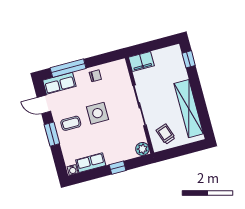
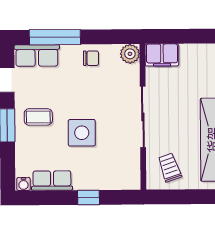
side table: (98, 113) -> (82, 133), moved
plant: (142, 149) -> (130, 54), moved

